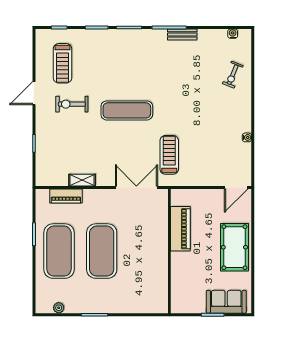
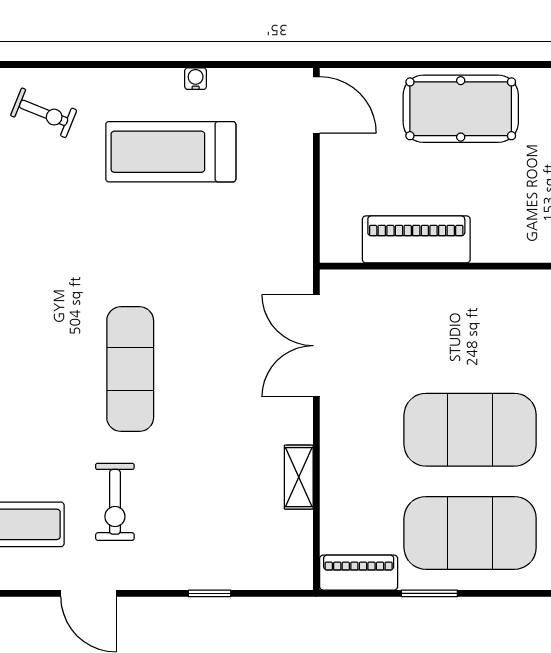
treadmill: (169, 155) -> (171, 152), moved, width x1.37, depth x1.38
piano: (66, 196) -> (359, 573), moved, turned -90

